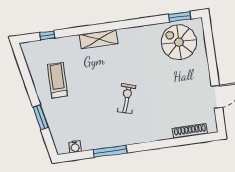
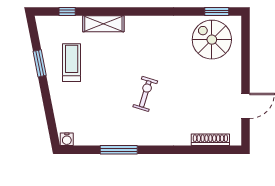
shelving: (99, 39) -> (103, 24), moved
window: (41, 117) -> (40, 63), moved
water cooler: (75, 147) -> (67, 139), moved

